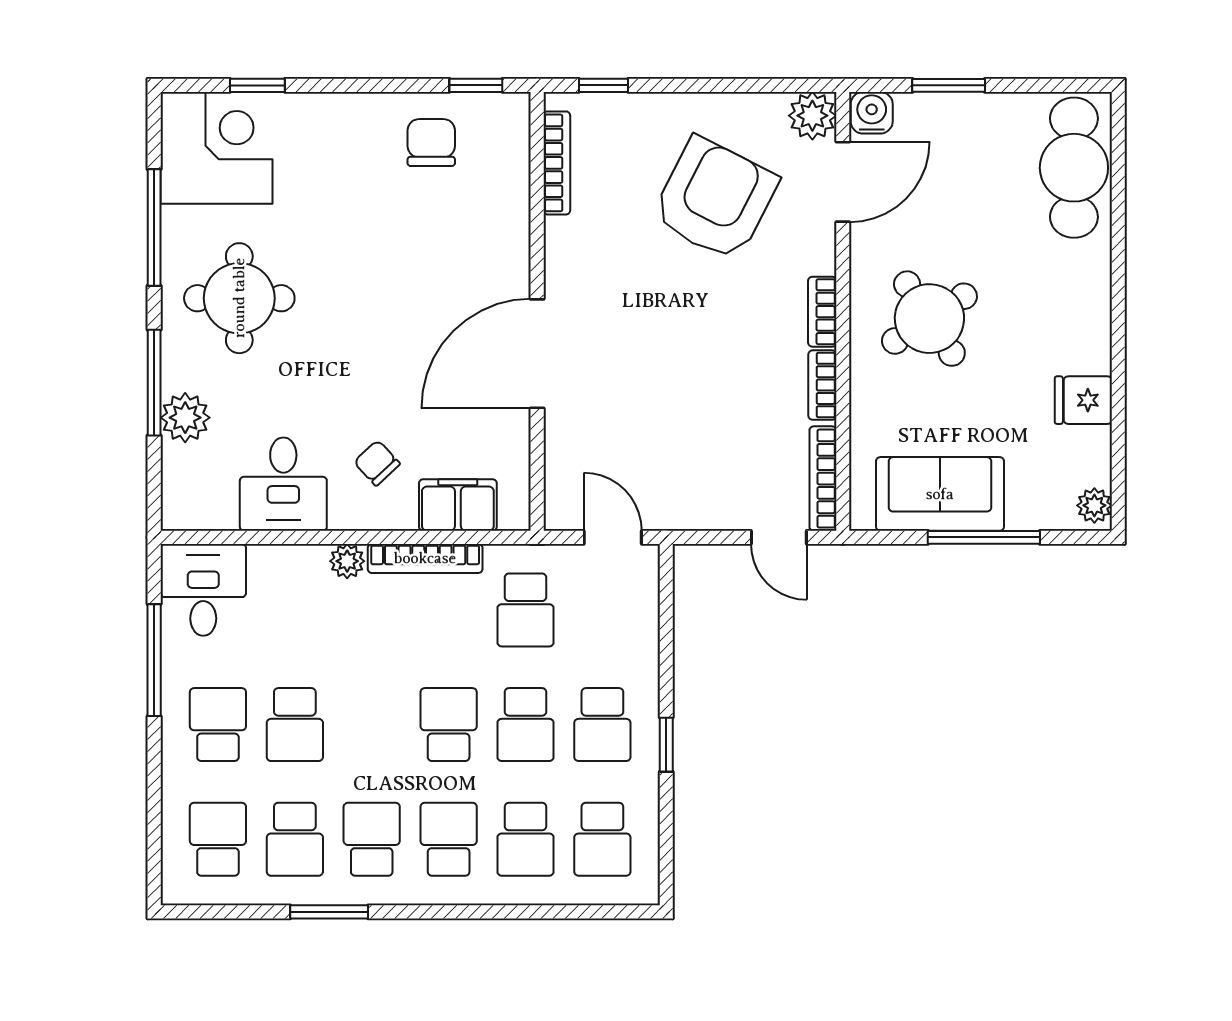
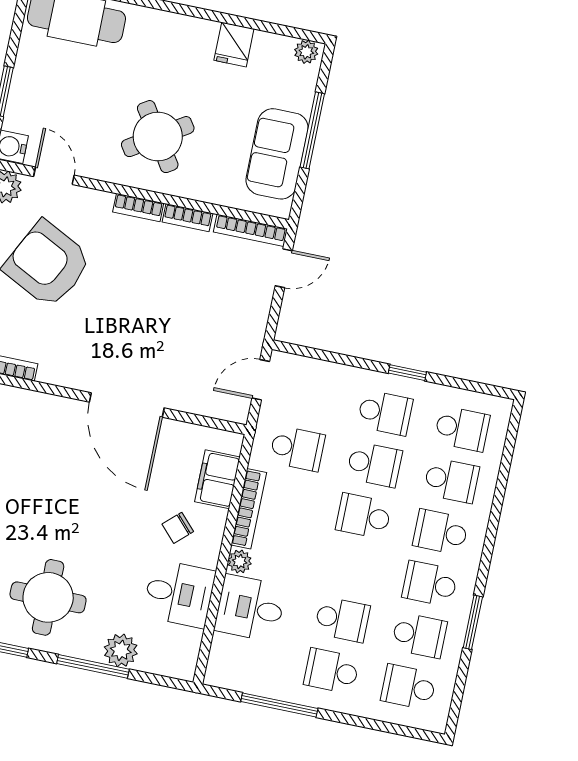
door: (843, 182) -> (54, 176), width x0.73
desk: (203, 590) -> (250, 608), moved

